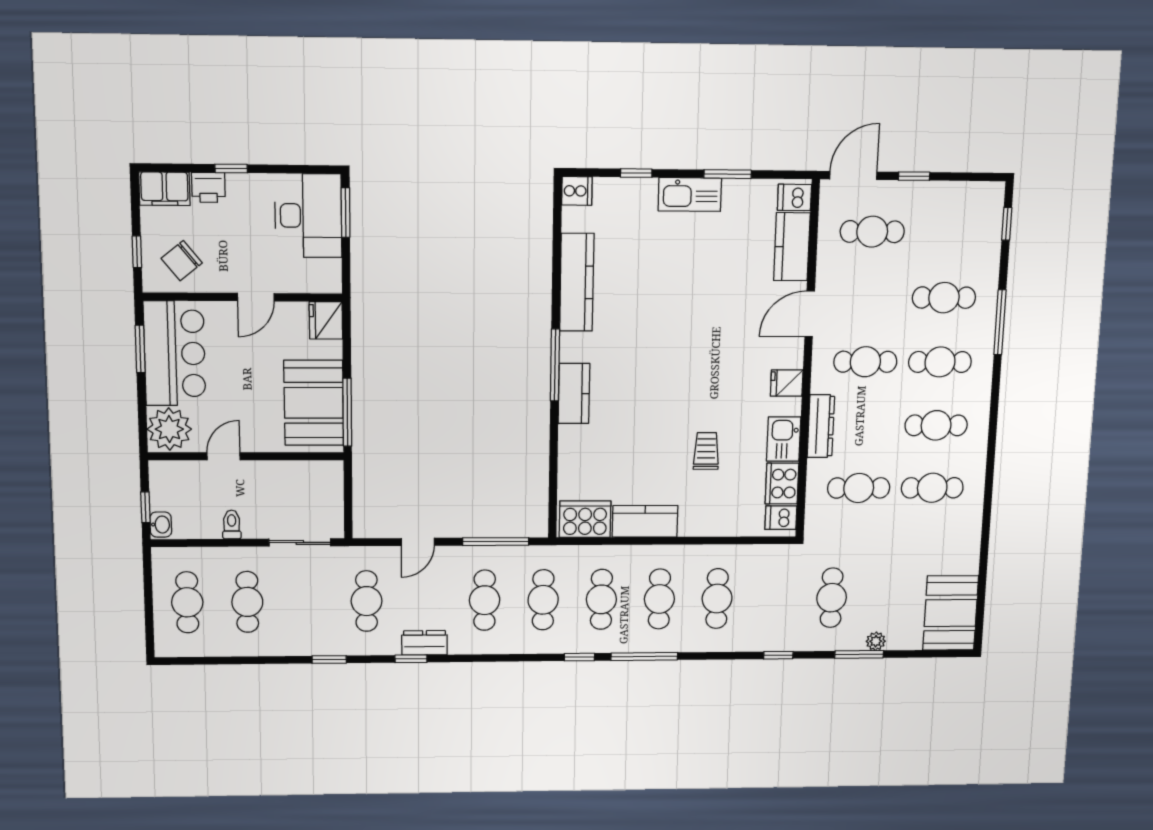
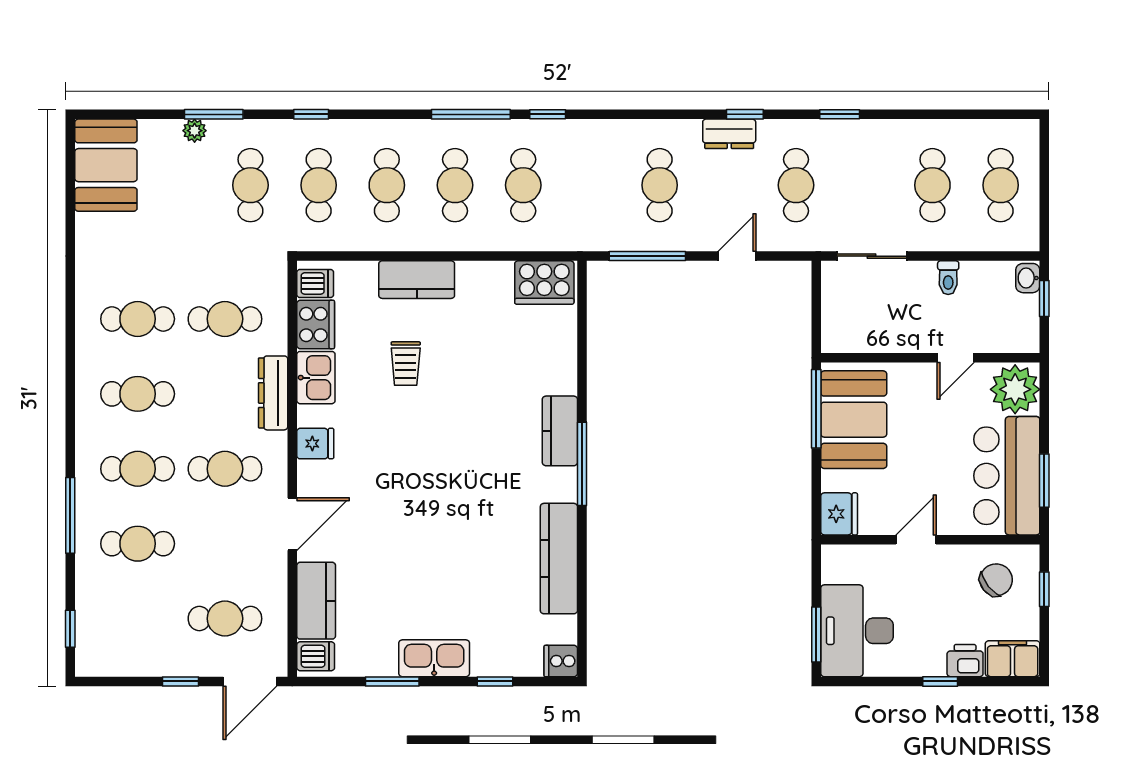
kitchen counter: (645, 521) -> (417, 280), moved
cafe table: (543, 600) -> (319, 185), moved

